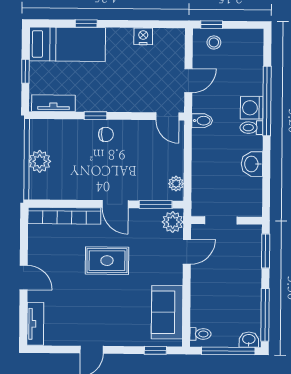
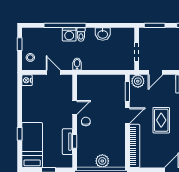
window: (212, 25) -> (20, 44), moved
nightstand: (143, 36) -> (27, 80), moved
tv unit: (53, 103) -> (67, 142), moved
window: (95, 116) -> (75, 141), moved
door: (167, 116) -> (75, 107), moved
plant: (176, 184) -> (115, 79), removed
door: (187, 252) -> (156, 72), swing flipped

